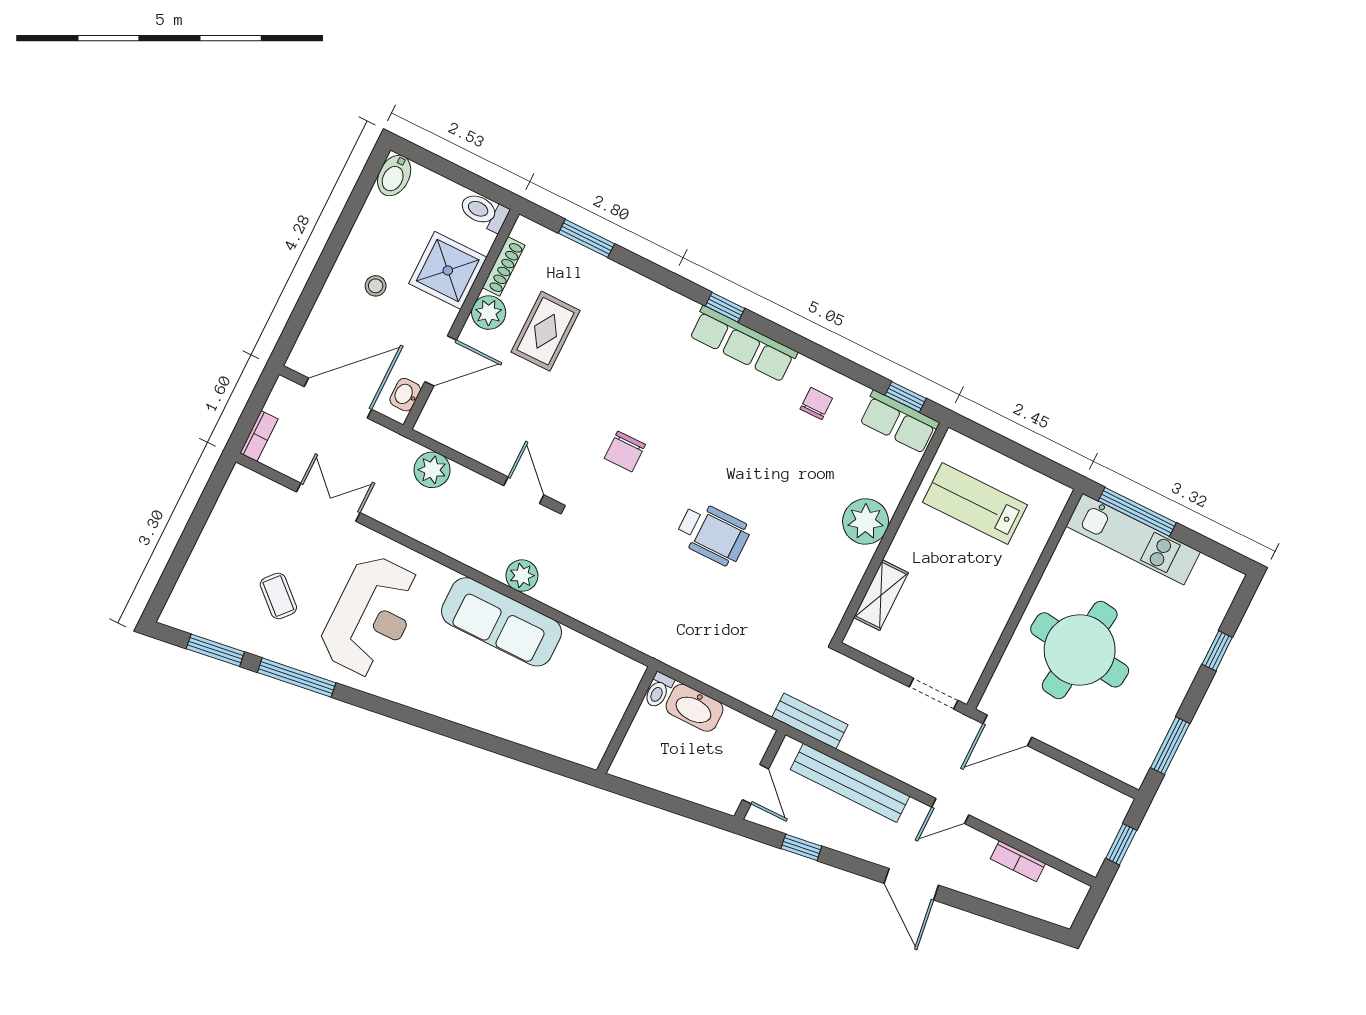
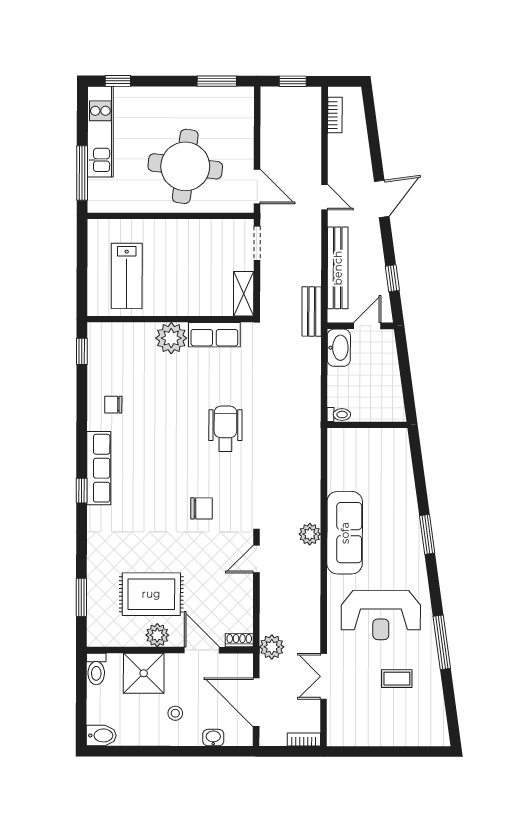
shoe rack: (504, 266) -> (239, 640), moved, width x0.70
rug: (546, 331) -> (151, 594), width x1.36, depth x1.43
washbasin: (405, 395) -> (213, 738), moved, turned 180
row of seats: (899, 422) -> (214, 335), moved, turned 90
plant: (432, 470) -> (272, 647), moved
kitchen unit: (1133, 539) -> (100, 132), moved
shelving: (881, 595) -> (244, 294), moved, turned 90
coffee table: (278, 596) -> (397, 679), turned 48
reception desk: (371, 616) -> (381, 615), turned 180
window: (215, 650) -> (427, 534), moved
window: (1217, 651) -> (118, 81), moved
washbasin: (694, 708) -> (339, 348), moved
bookcase: (1018, 861) -> (335, 115), moved

